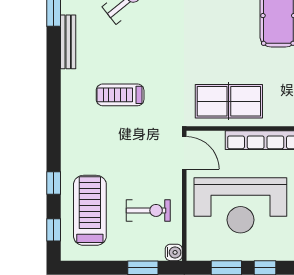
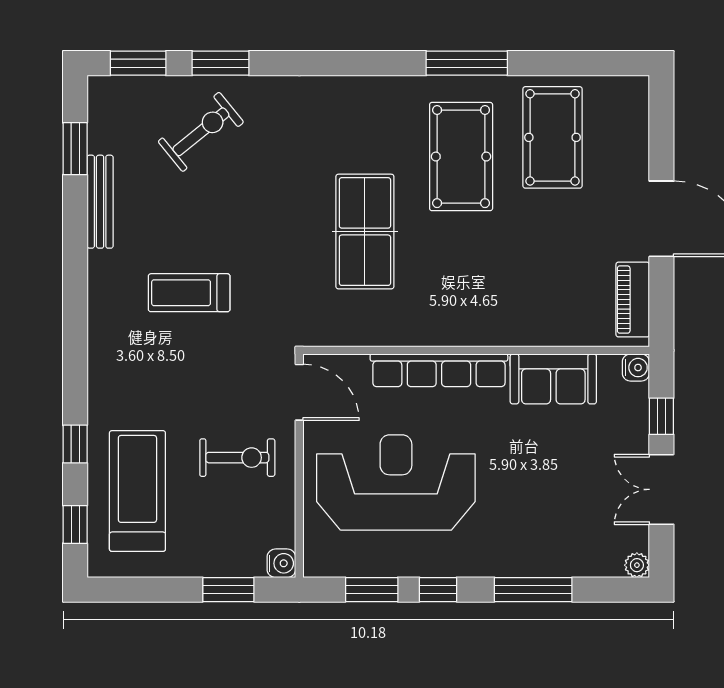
table tennis table: (229, 101) -> (365, 232), moved, turned 90
reception desk: (240, 205) -> (396, 482), turned 180
exercise bike: (148, 210) -> (237, 458), moved

